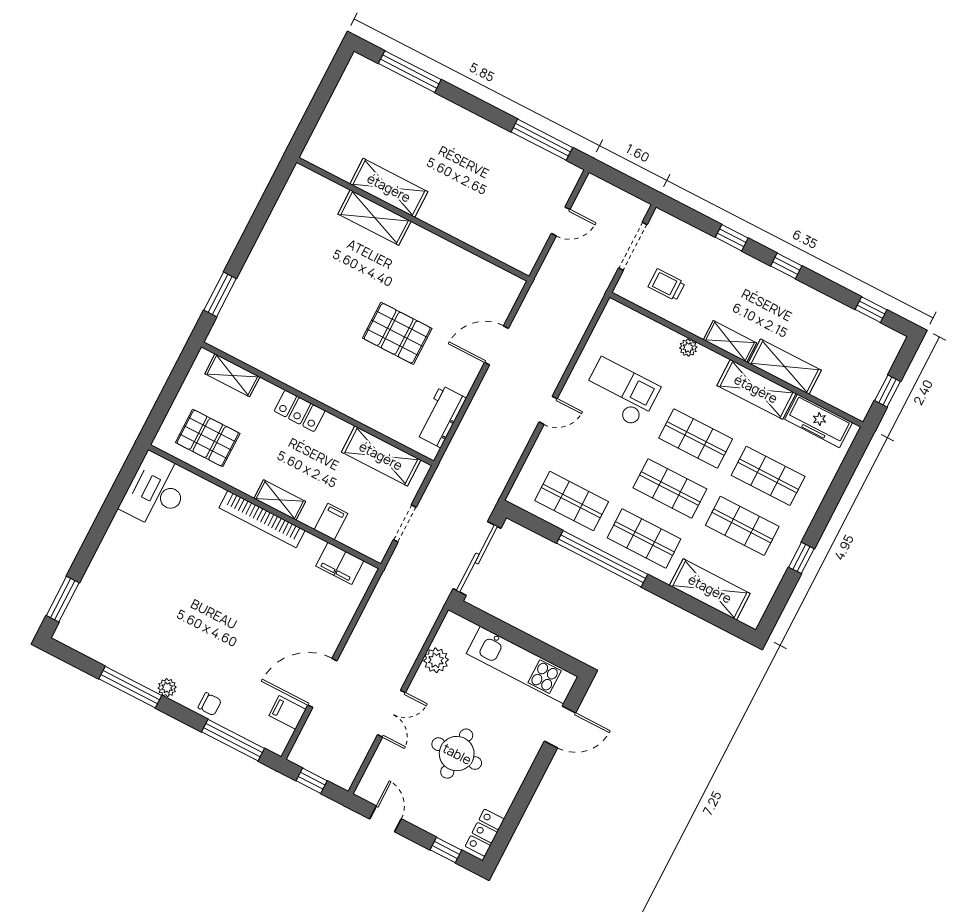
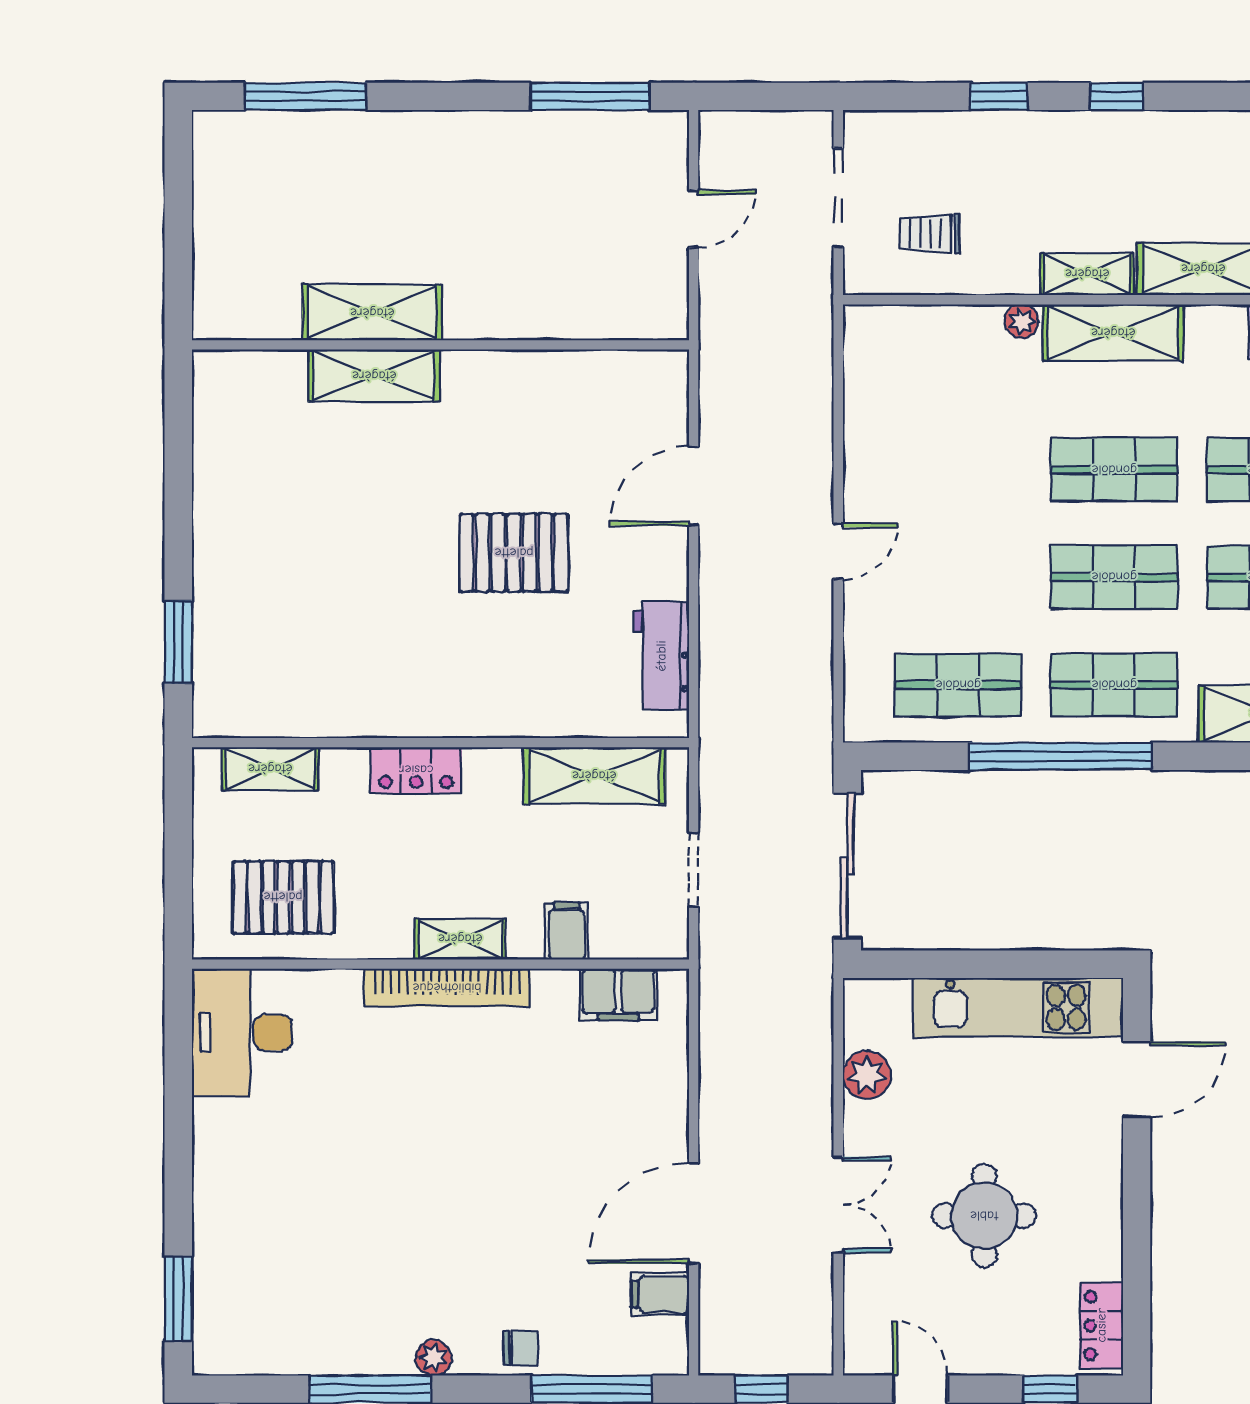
shelving: (756, 389) -> (1113, 333), moved
checkout: (620, 392) -> (946, 457), removed

